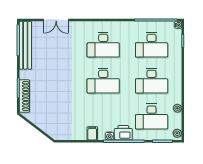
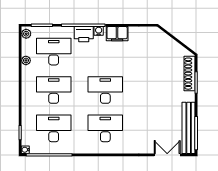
double door: (56, 20) -> (167, 155), moved
filing cabinet: (92, 133) -> (117, 34), width x2.00

